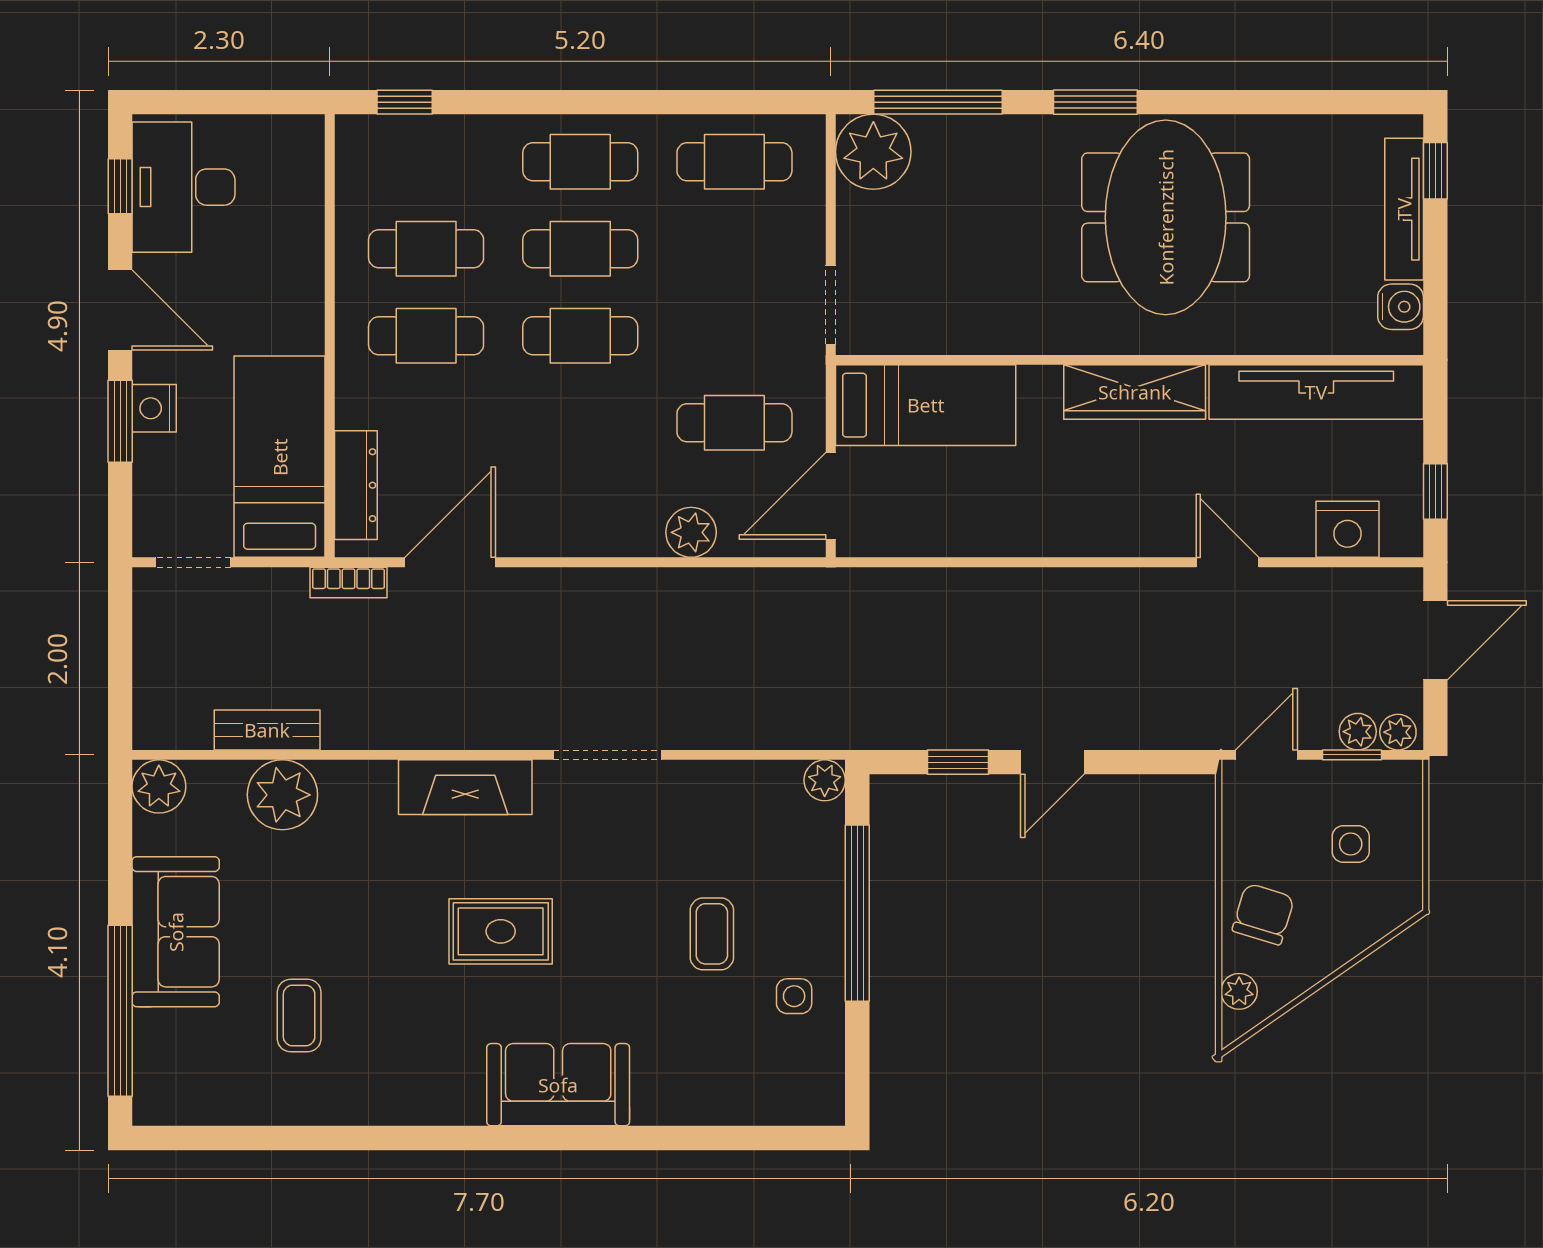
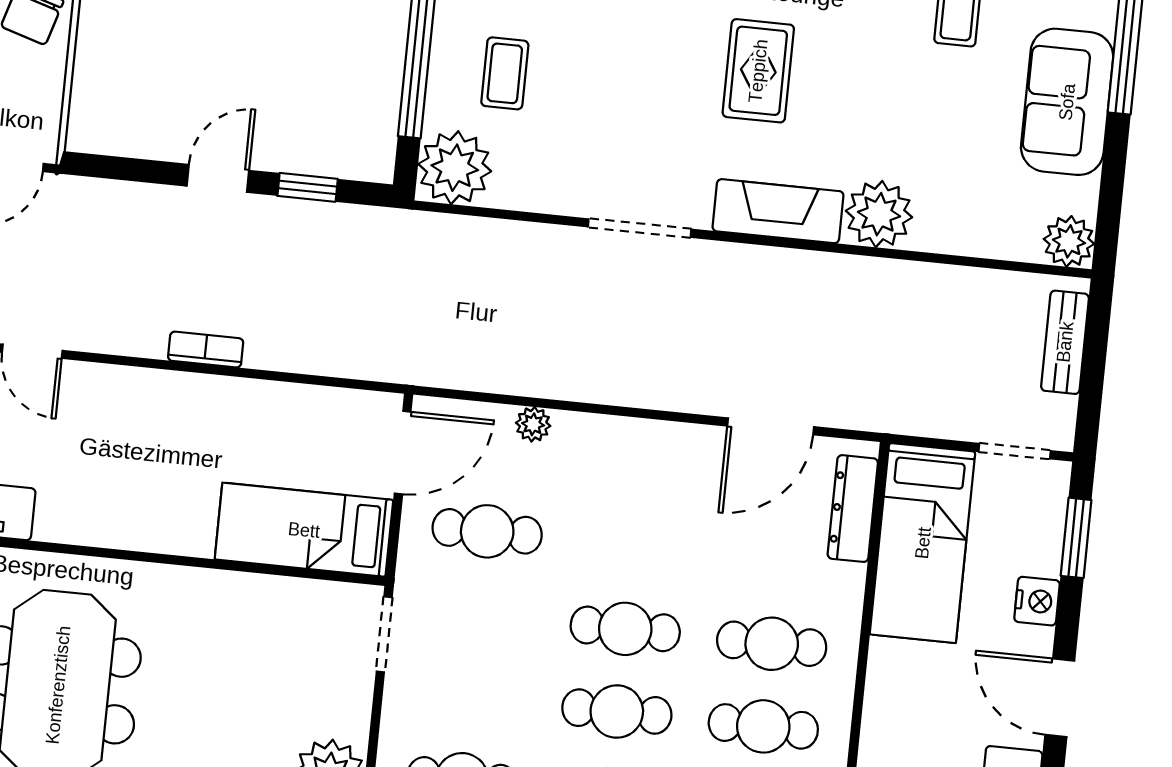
wardrobe: (1135, 392) -> (104, 522), removed
window: (120, 421) -> (1076, 538), moved
plant: (691, 532) -> (533, 424), width x0.73, depth x0.73
bookcase: (348, 582) -> (206, 350), moved
bench: (267, 730) -> (1065, 342), moved, turned 90
plant: (825, 780) -> (455, 168), width x1.88, depth x1.88
plant: (282, 795) -> (879, 214), moved
rug: (501, 931) -> (758, 71), turned 90
coffee table: (712, 934) -> (505, 73), moved

